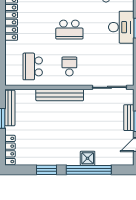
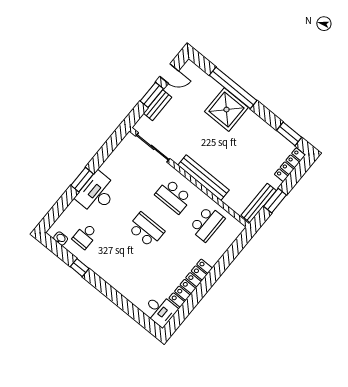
school desk: (69, 66) -> (174, 196), width x1.85
shower: (88, 158) -> (226, 110), width x1.86, depth x1.86
window: (46, 170) -> (289, 134), moved

